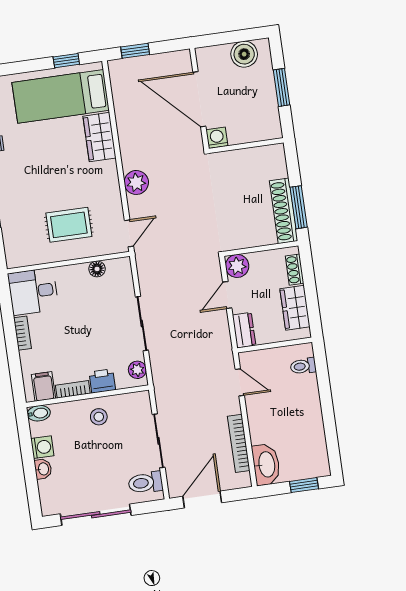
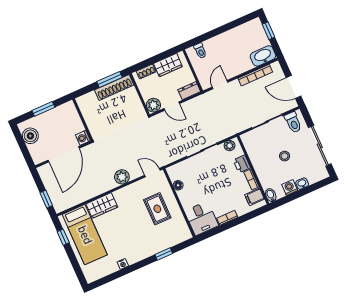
stool: (99, 417) -> (285, 156), moved

